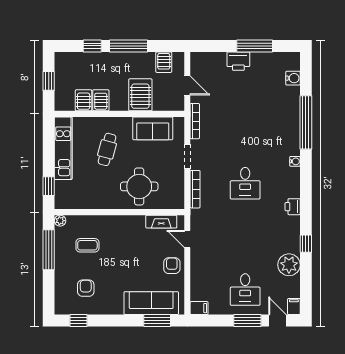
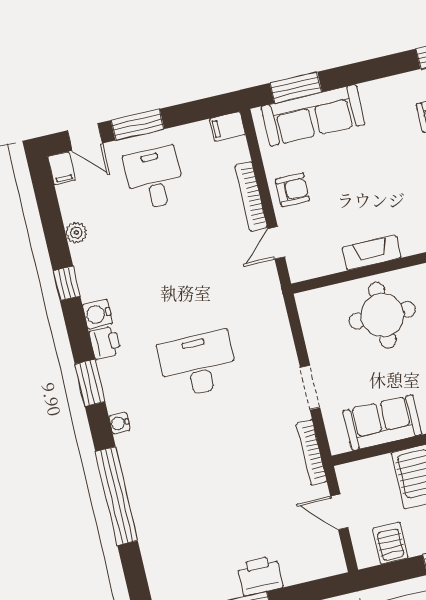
water cooler: (293, 78) -> (98, 314), moved
desk: (245, 183) -> (198, 364), width x1.37
window: (306, 187) -> (90, 383), added
bookcase: (195, 189) -> (251, 196), moved
fireplace: (161, 222) -> (372, 253), moved
door: (187, 239) -> (276, 243), swing flipped
plant: (289, 265) -> (76, 232), width x0.53, depth x0.53
armchair: (172, 266) -> (292, 190), turned -90

